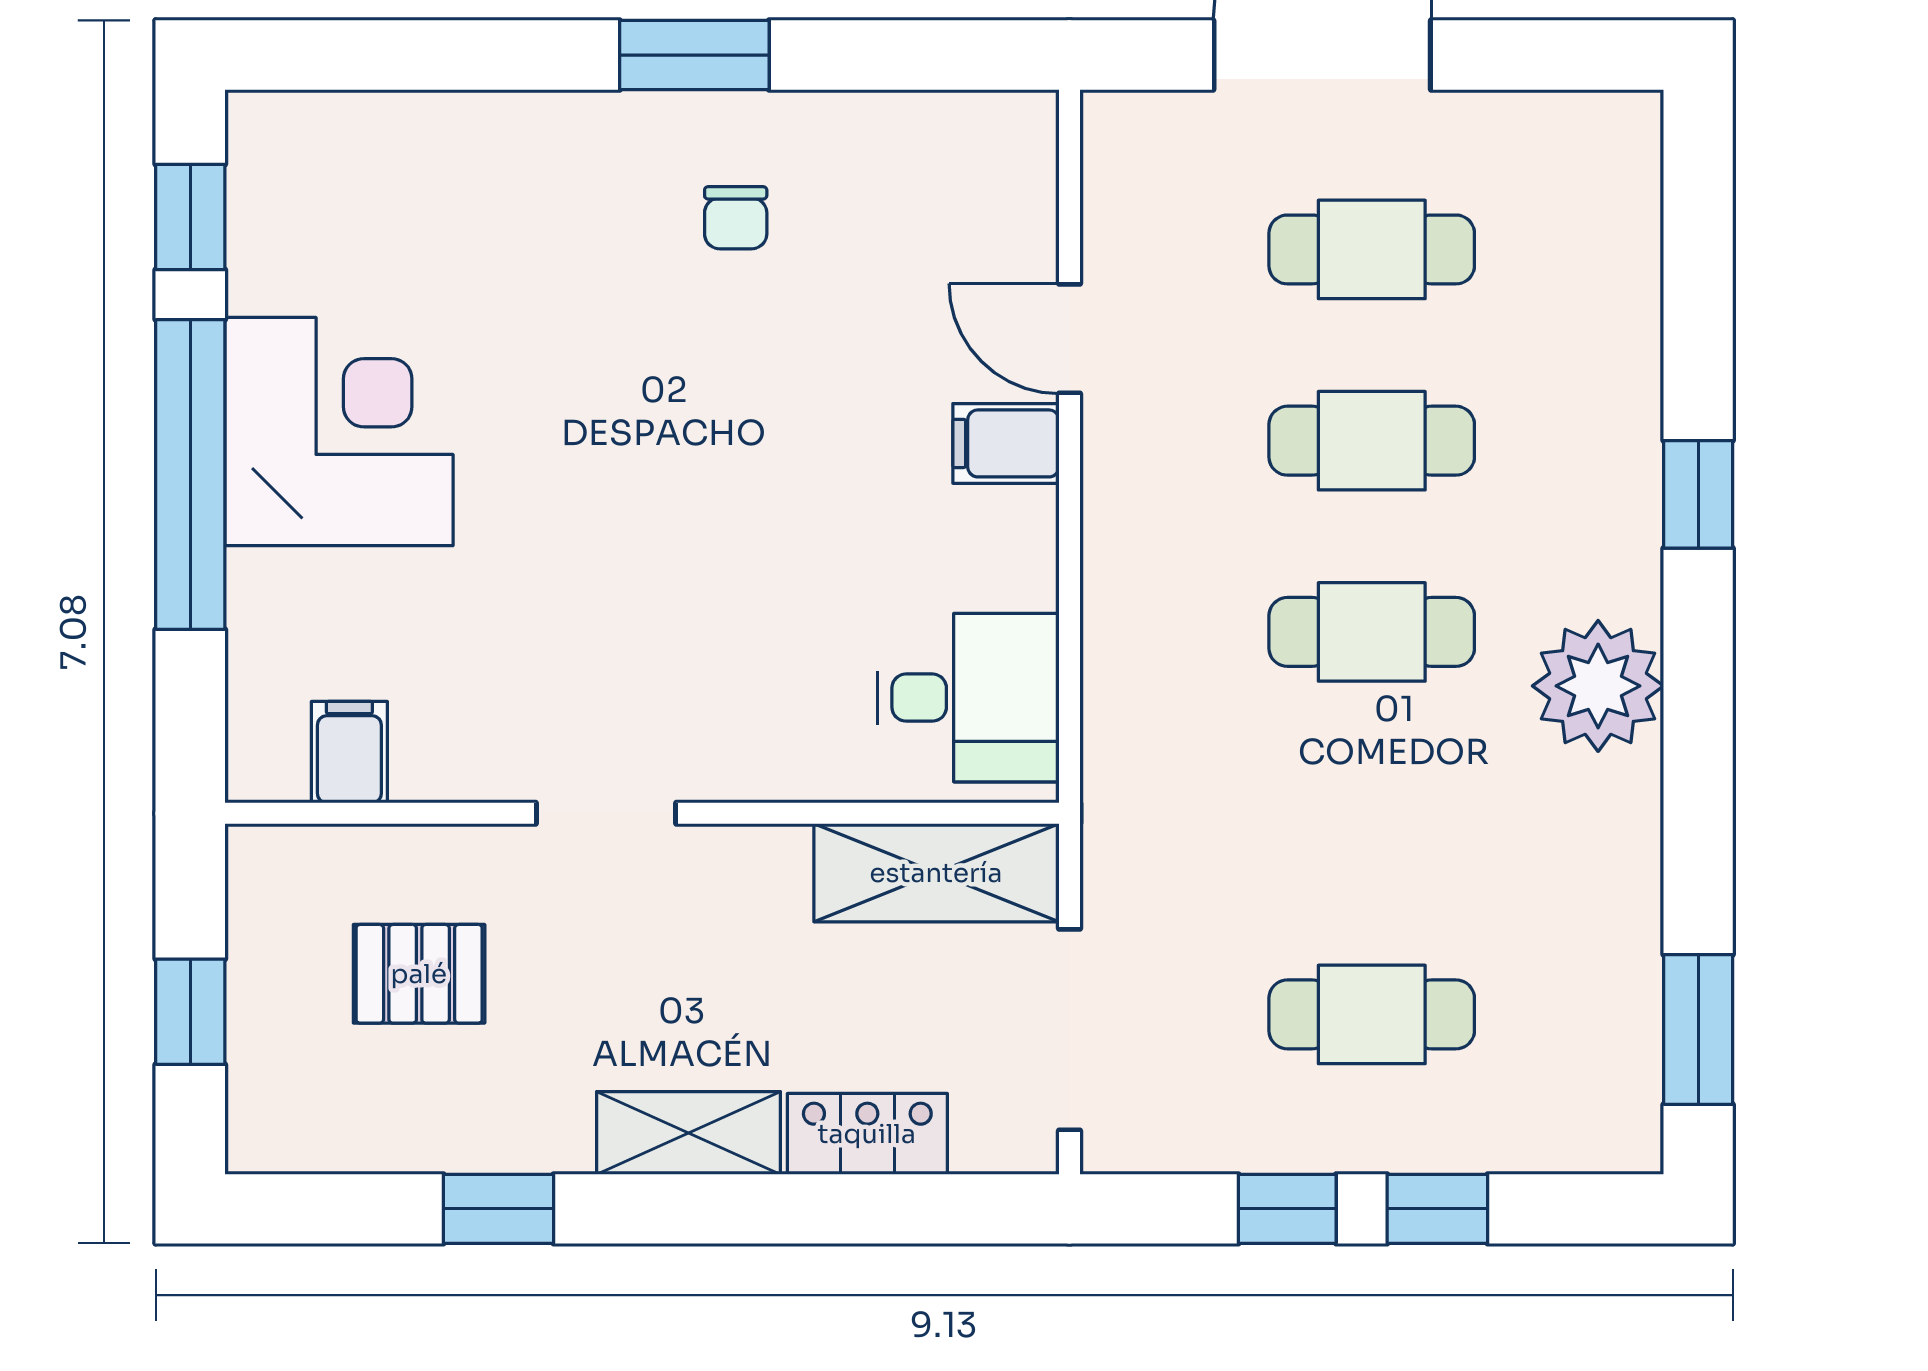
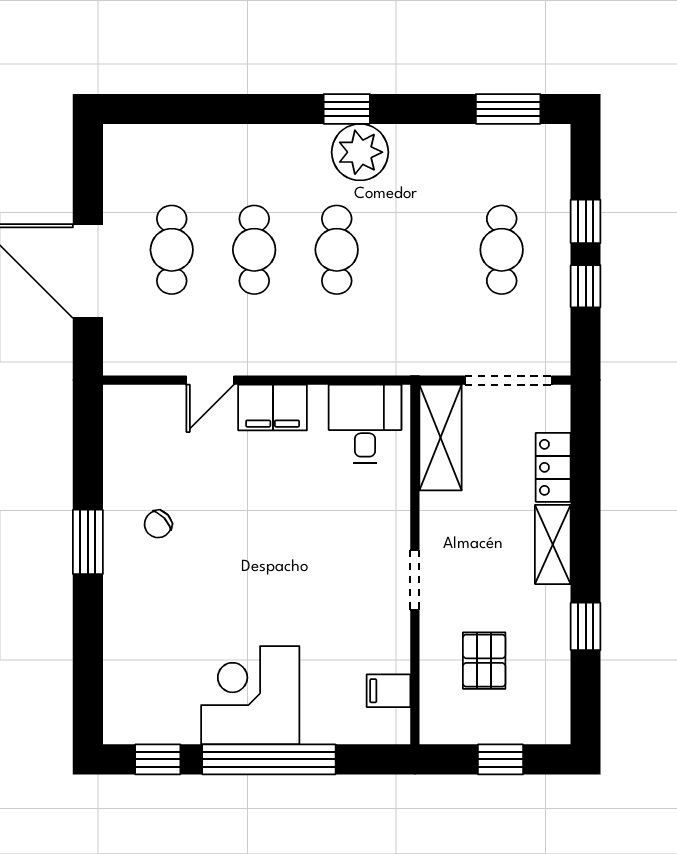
chair: (736, 218) -> (158, 524), turned 137
filing cabinet: (1006, 443) -> (273, 408), width x2.00
window: (1698, 494) -> (347, 109), moved

